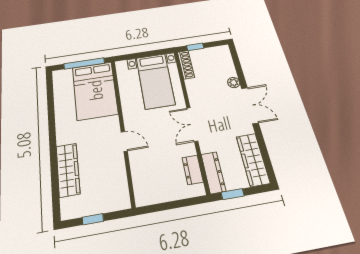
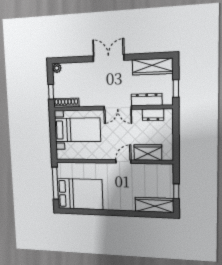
plant: (234, 83) -> (57, 68), moved
bed: (95, 90) -> (80, 194), moved
wardrobe: (68, 170) -> (154, 205), moved
wardrobe: (141, 171) -> (148, 153), added
dresser: (213, 173) -> (147, 100), moved

